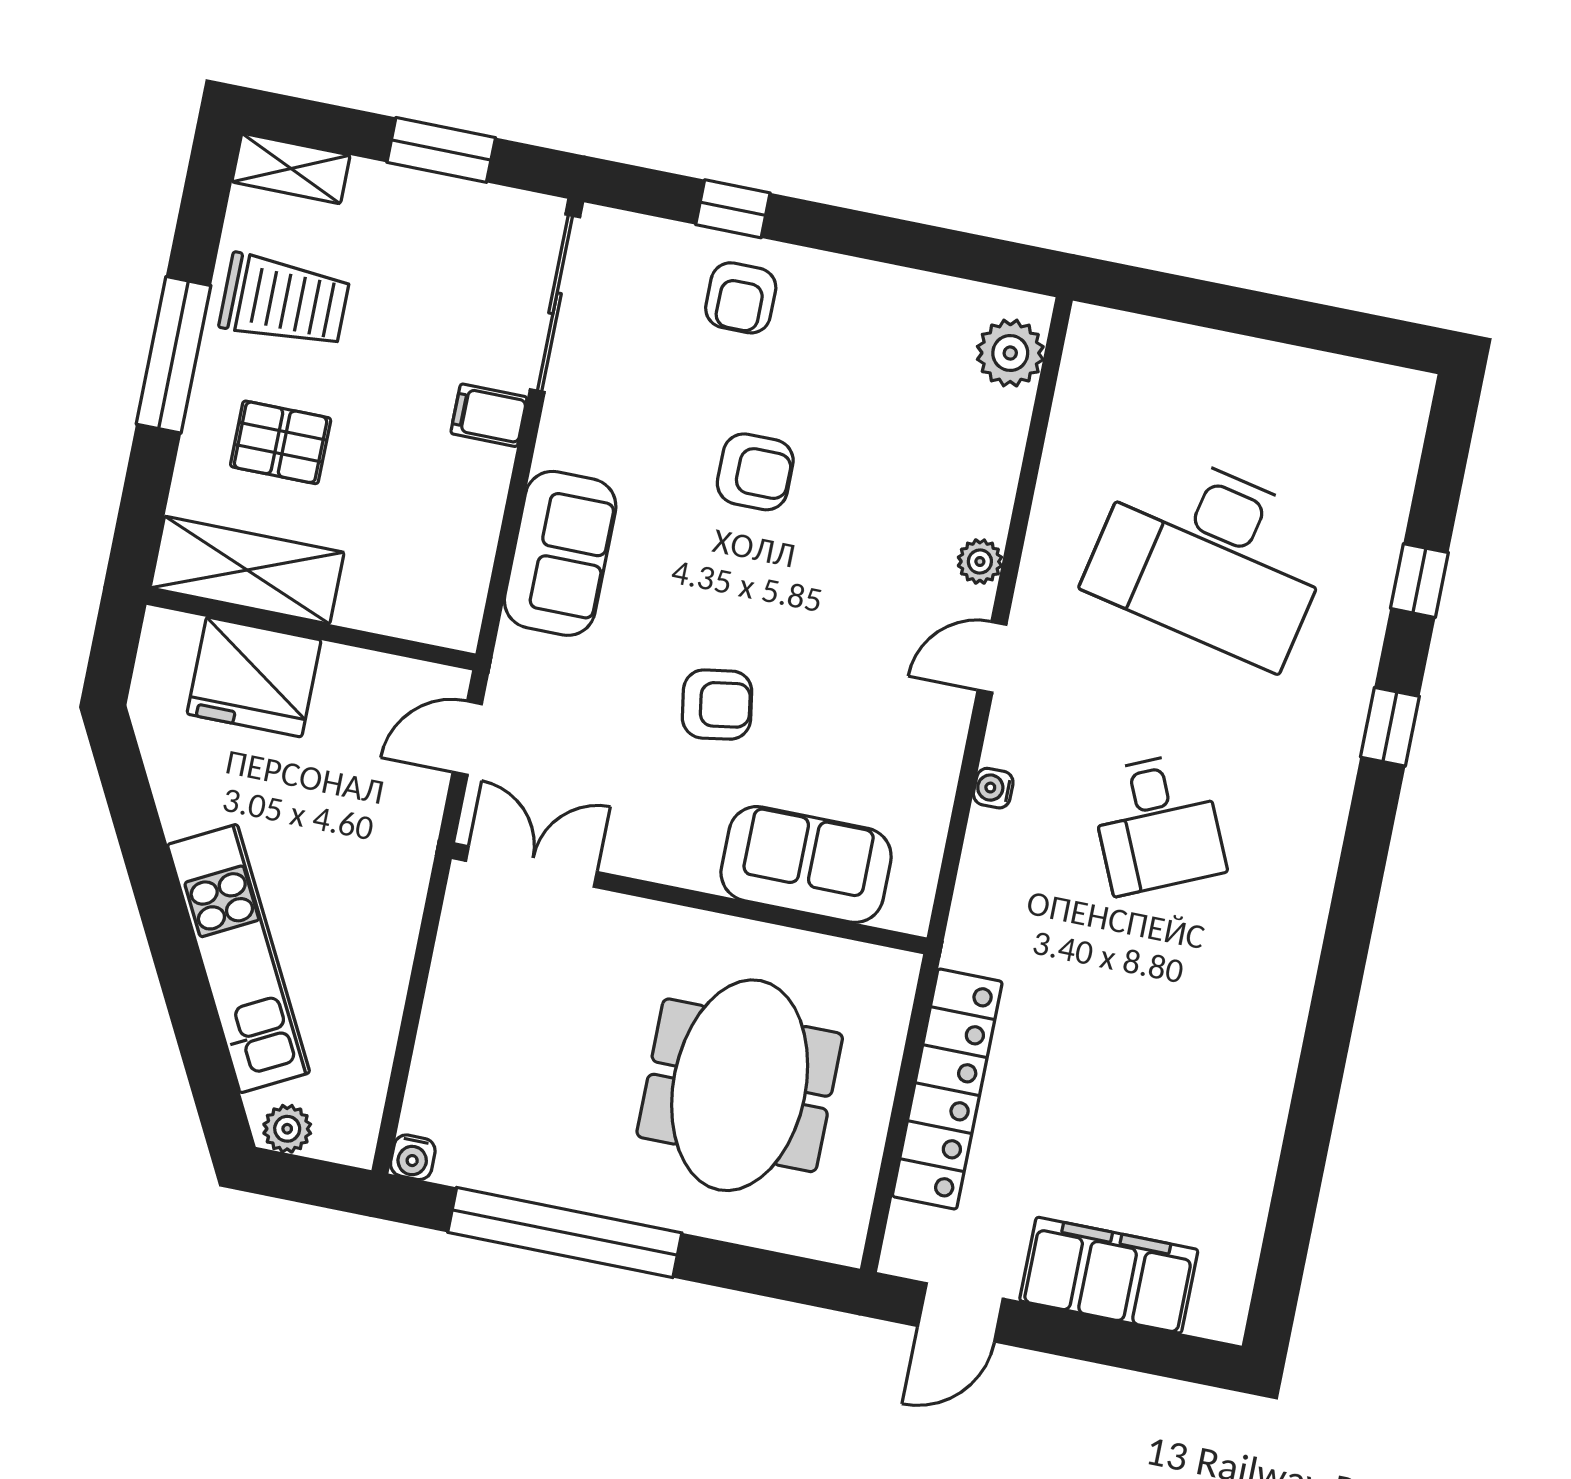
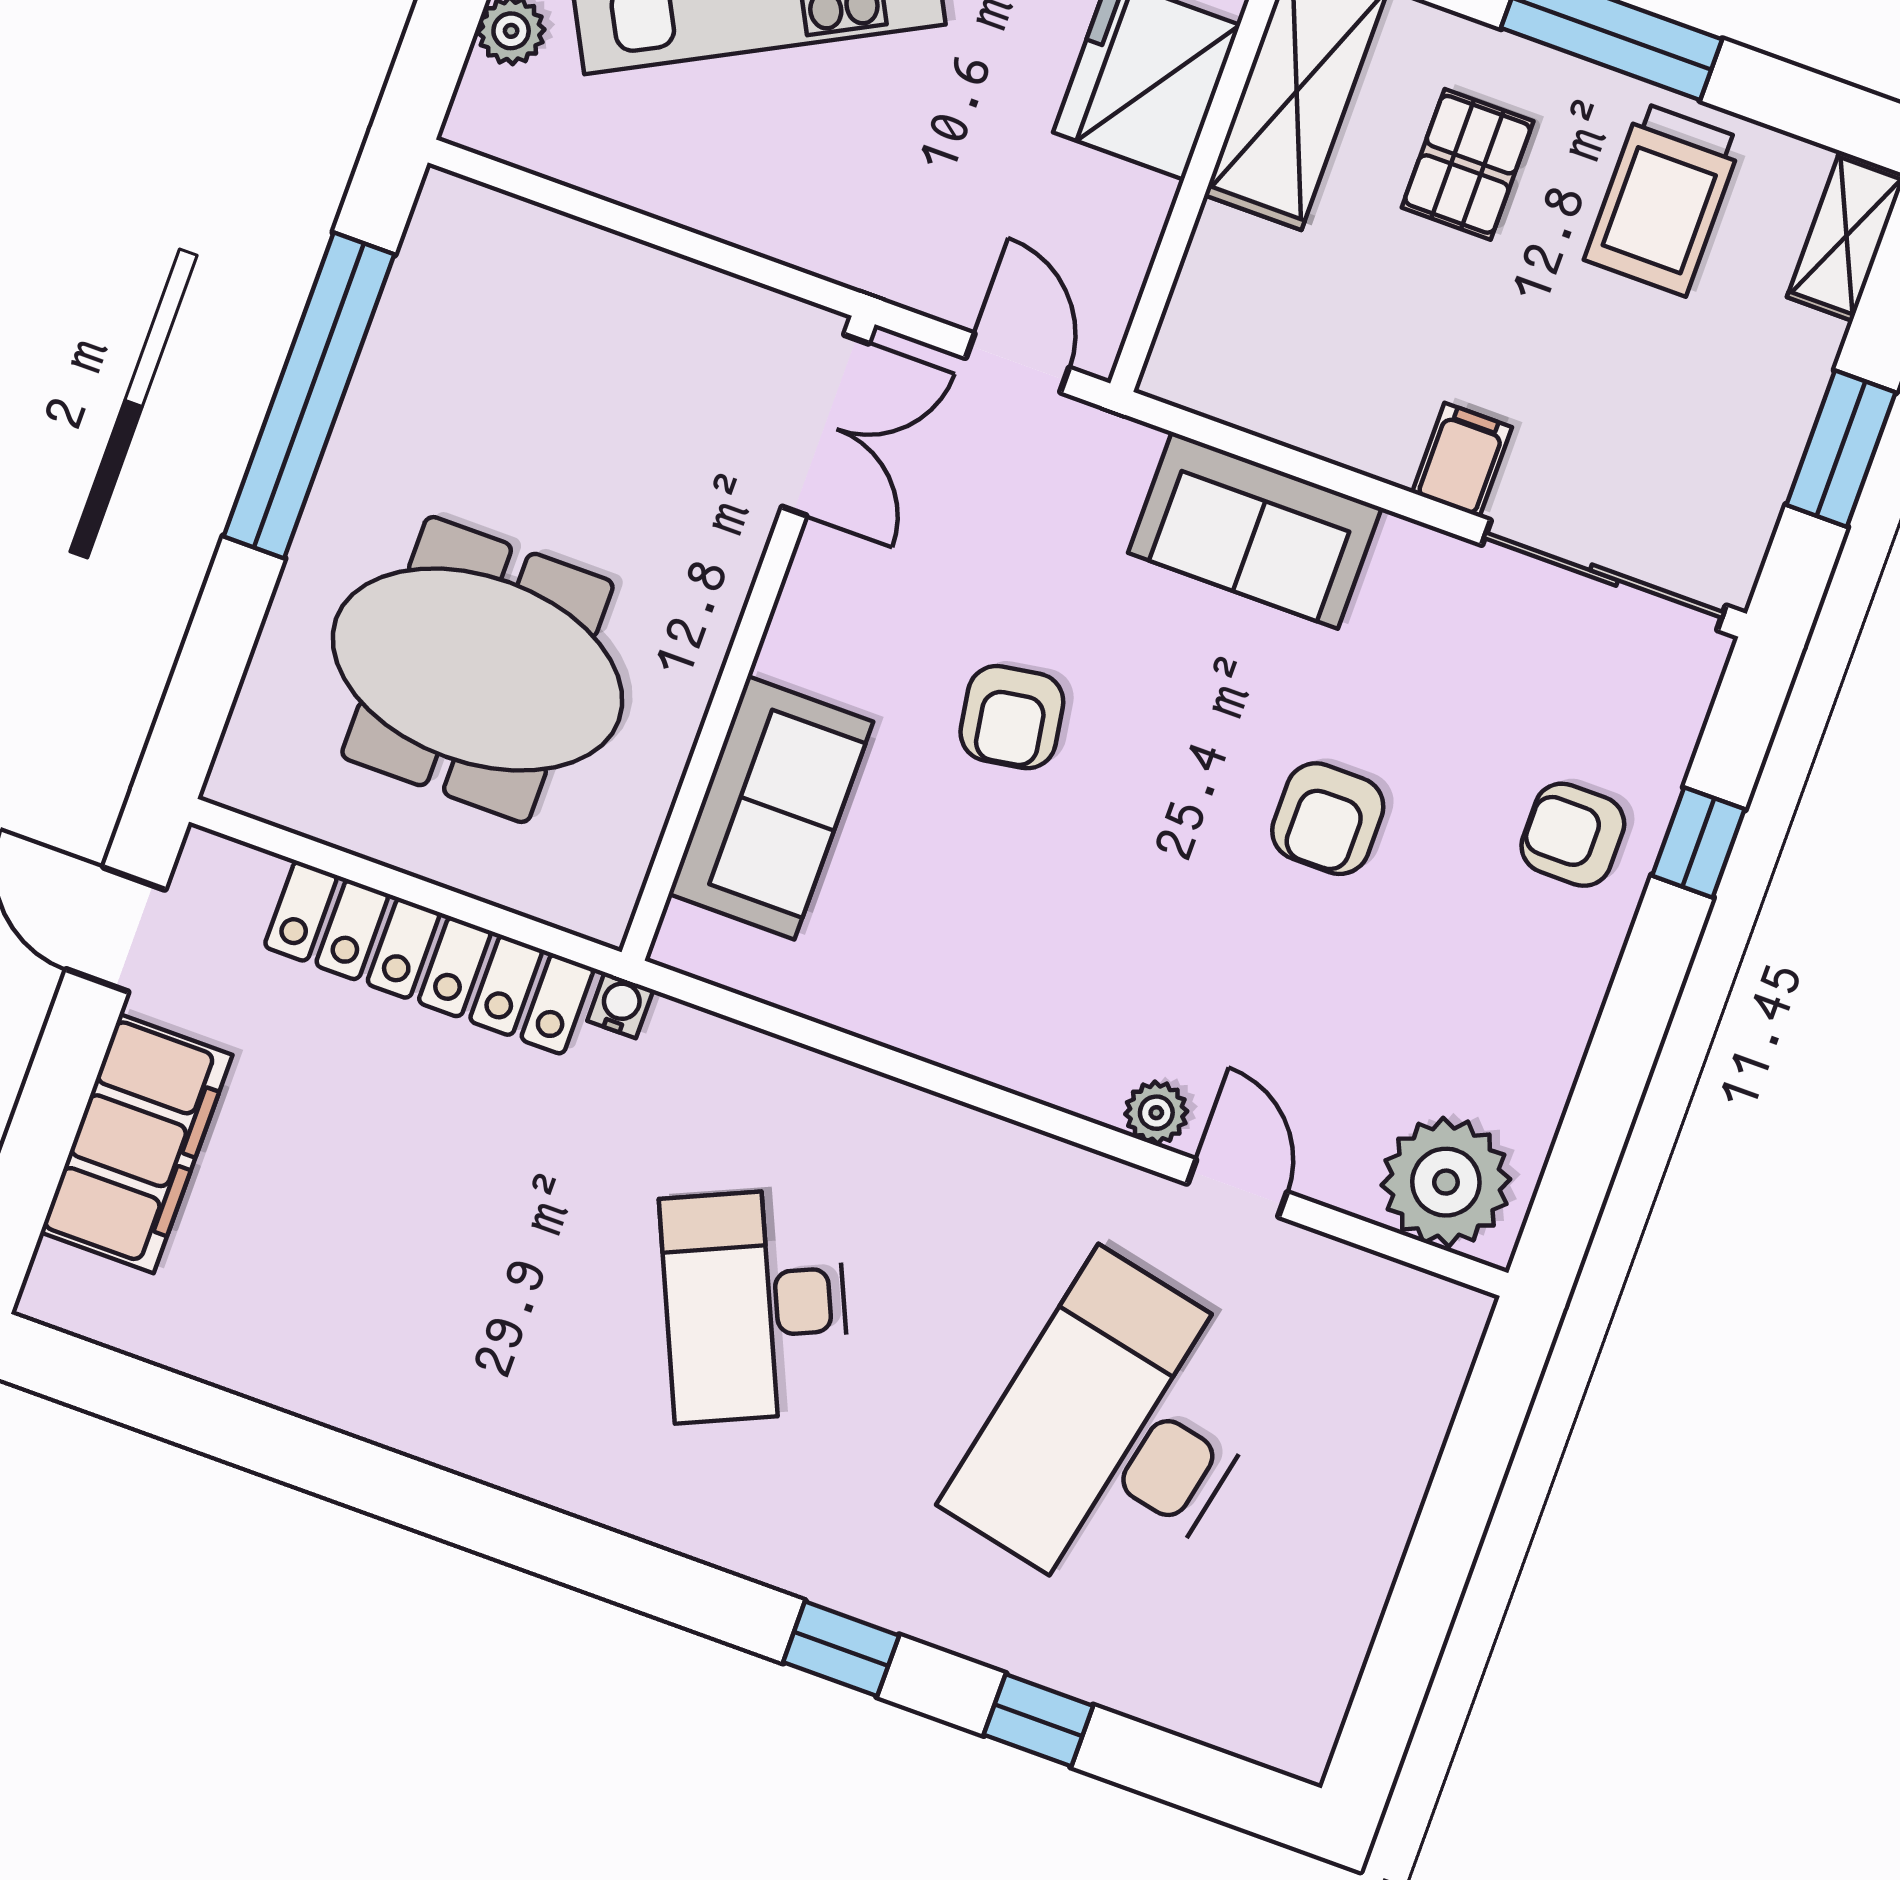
plant: (1010, 353) -> (1446, 1182), width x1.36, depth x1.36
door: (992, 657) -> (1237, 1188), moved
water cooler: (993, 788) -> (620, 1005), moved
desk: (1157, 823) -> (755, 1305), width x1.37
water cooler: (413, 1157) -> (445, 200), removed

